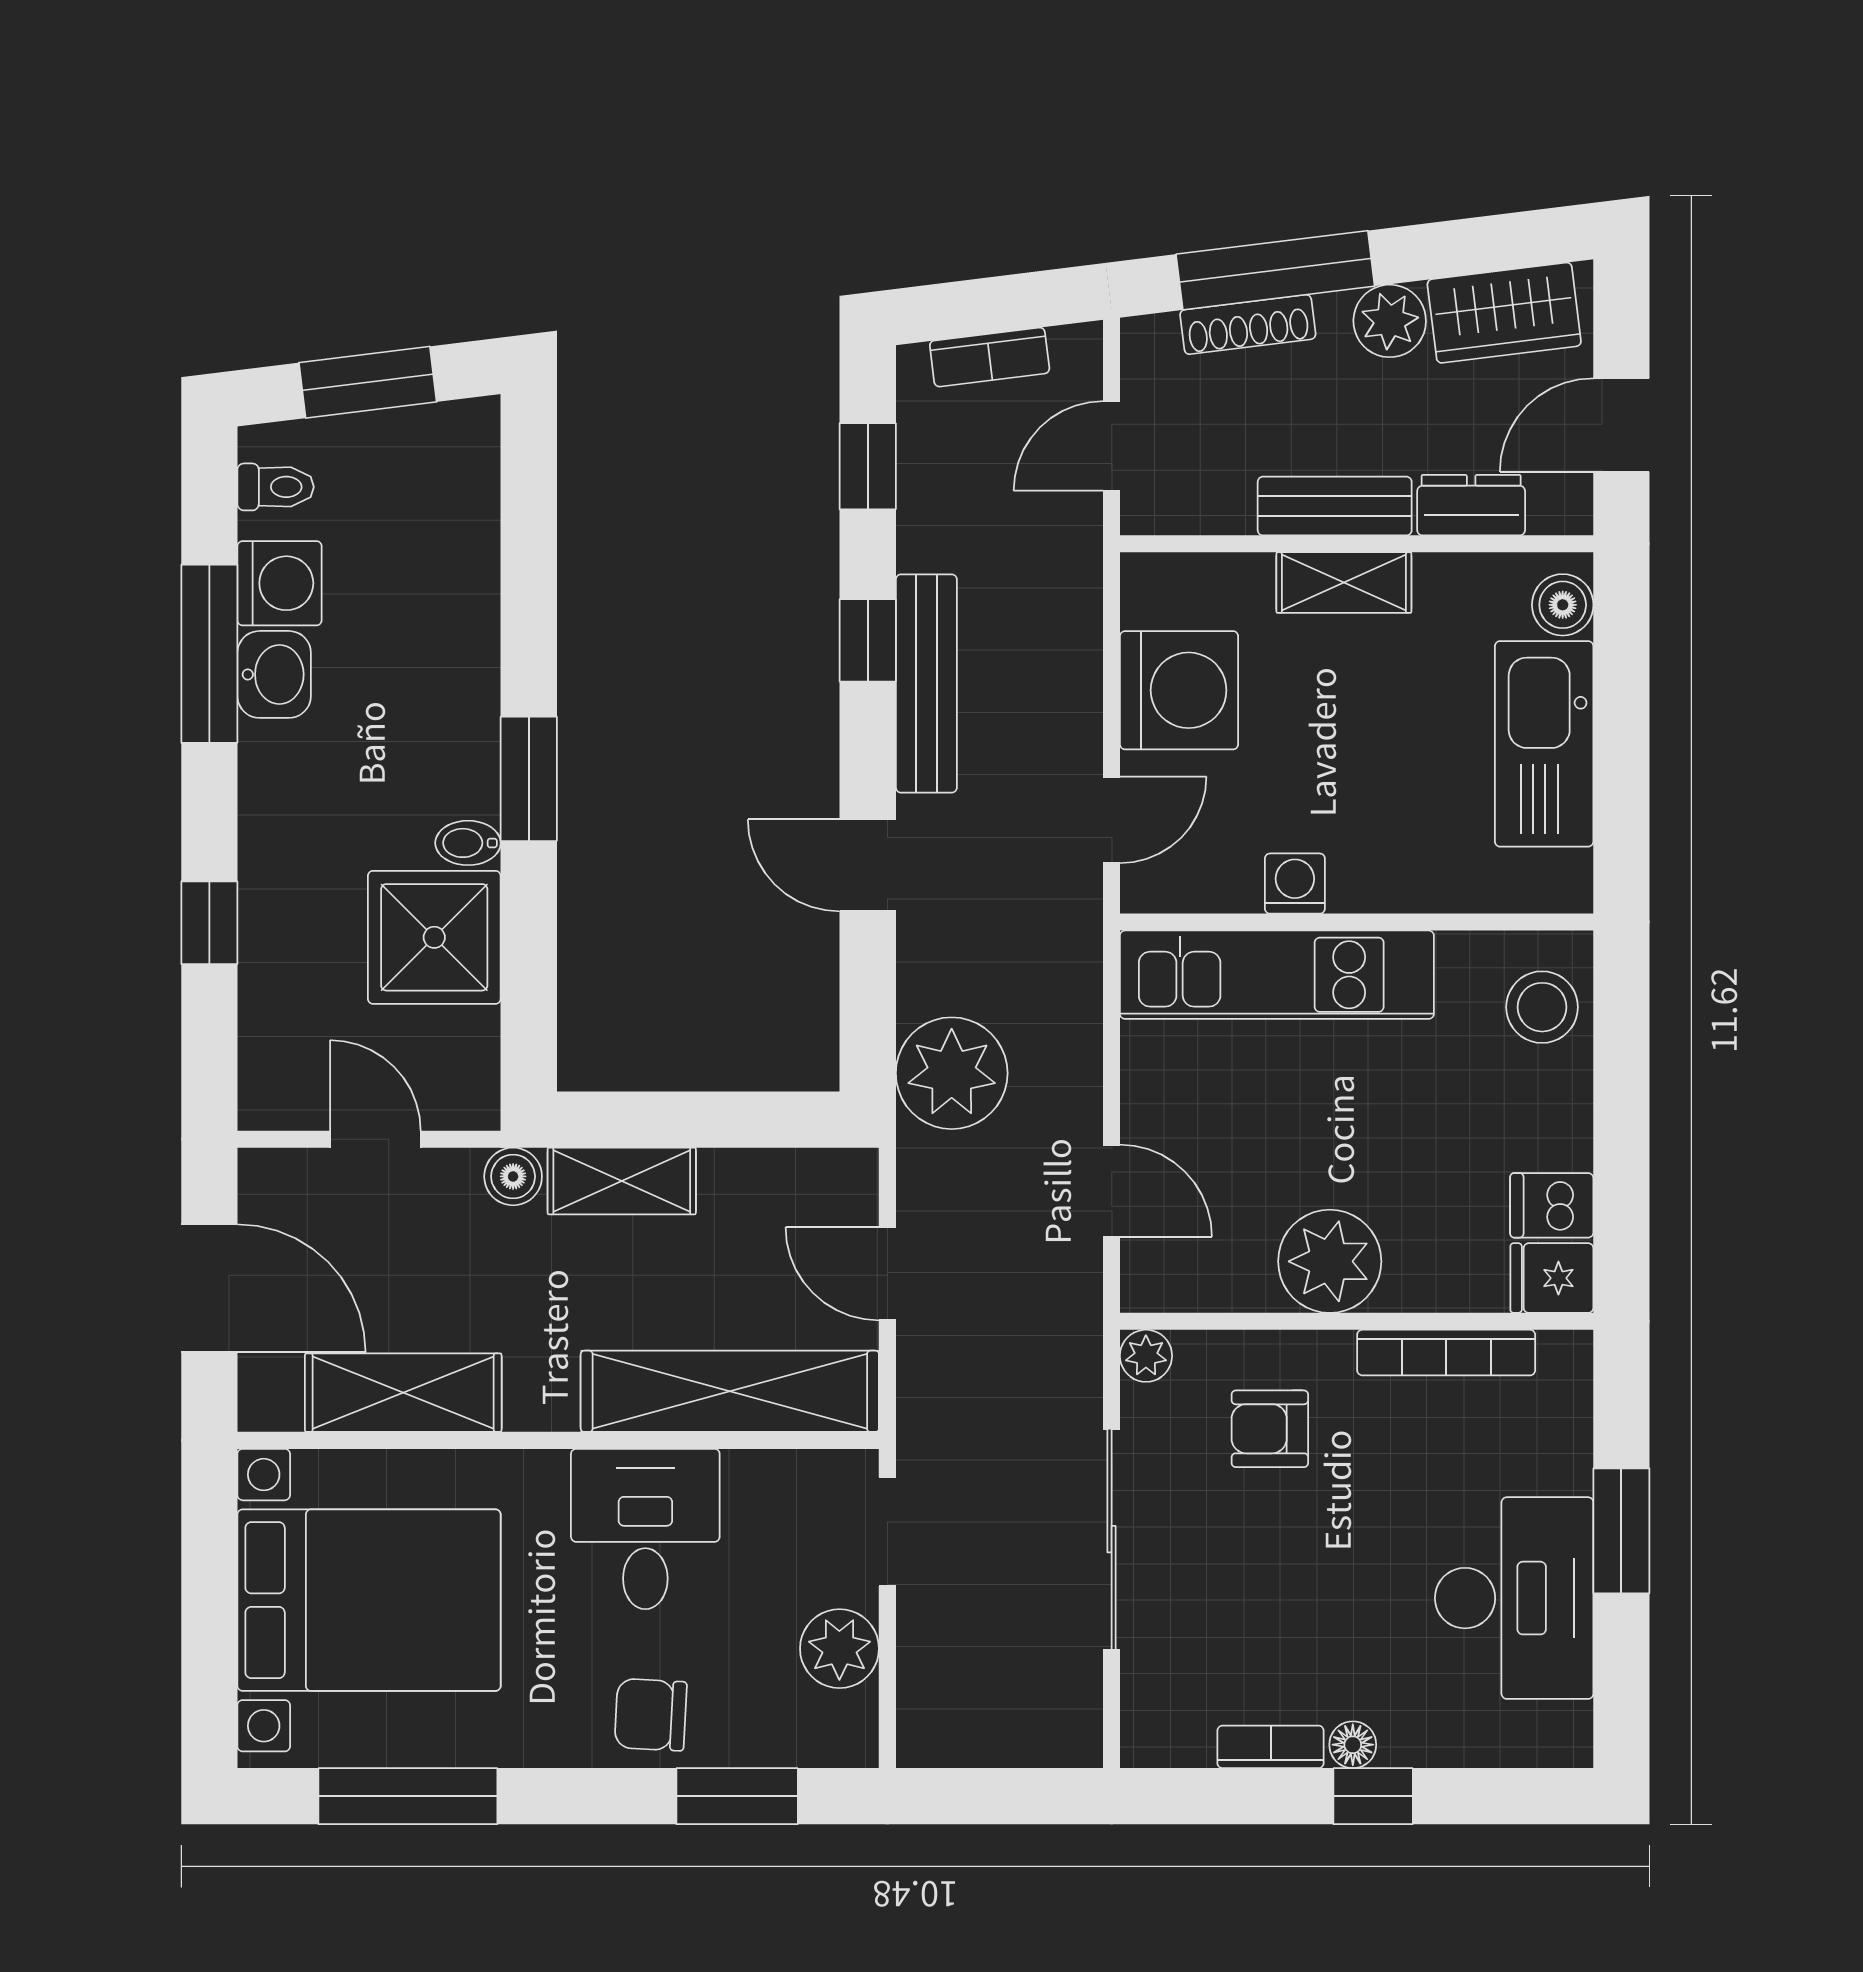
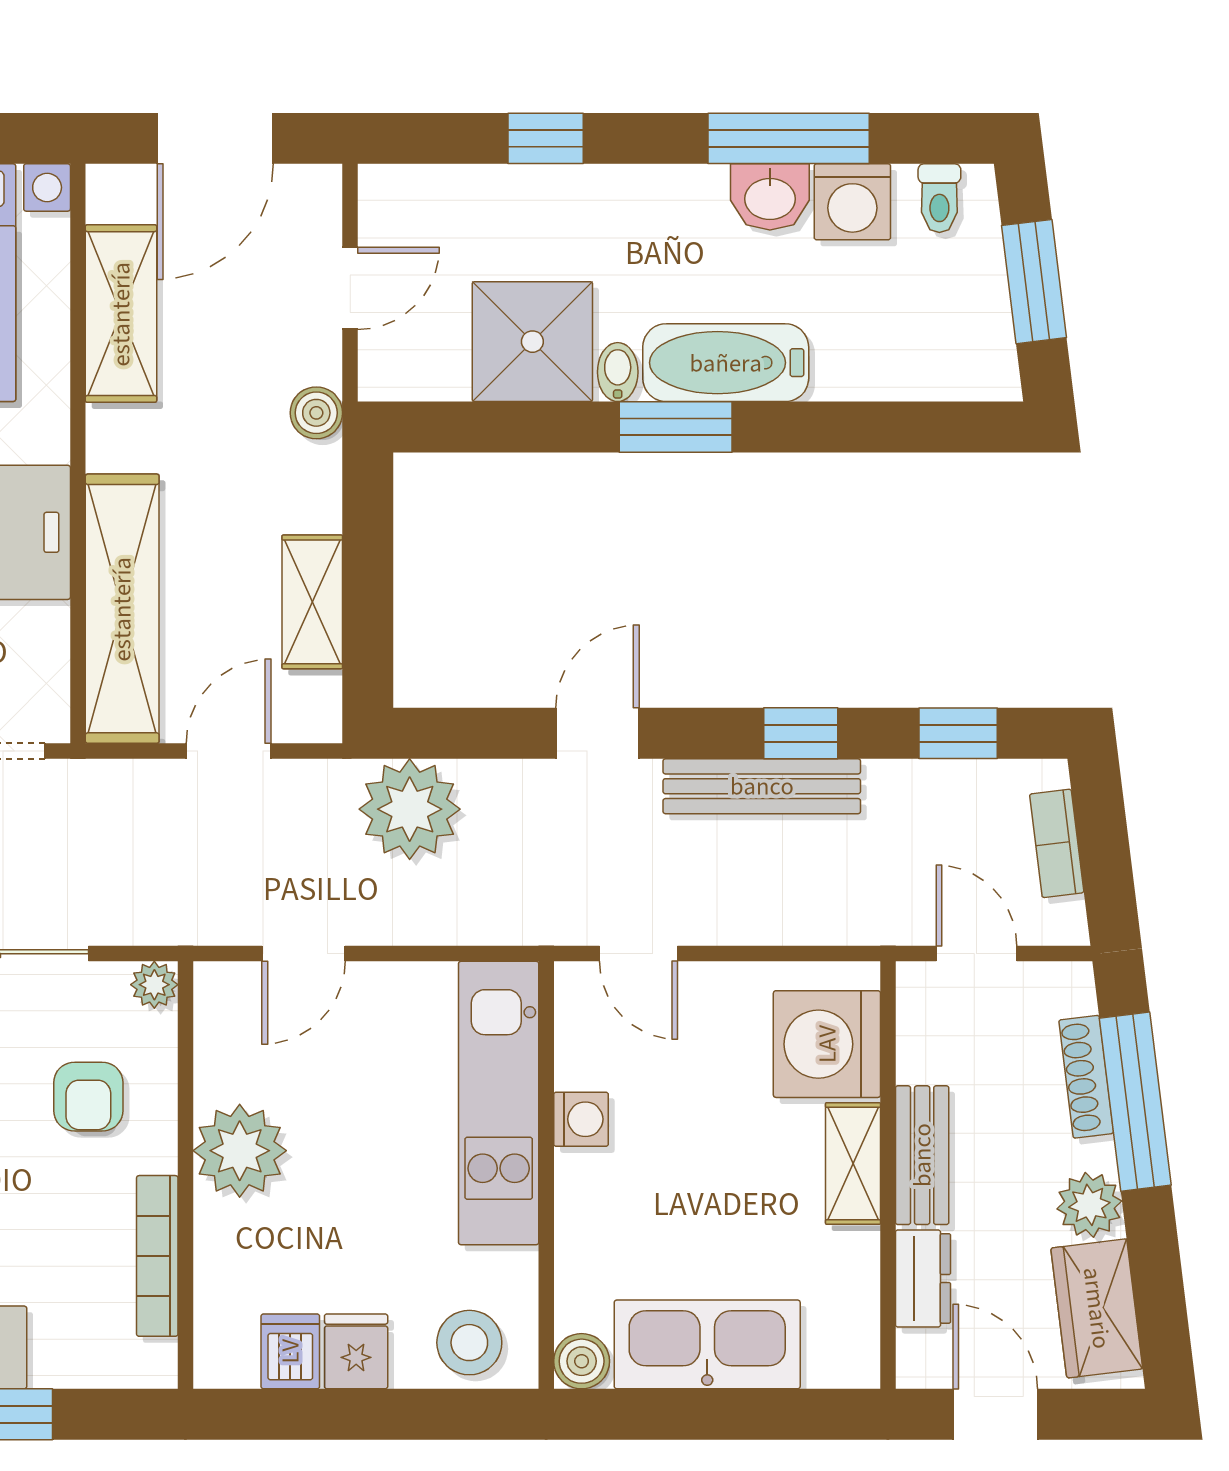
boiler: (1563, 605) -> (582, 1361), moved
washing machine: (1179, 690) -> (827, 1044), moved, turned 90
bathtub: (458, 723) -> (726, 363), added
shelving: (622, 1181) -> (312, 602), moved
fridge: (1552, 1278) -> (356, 1351), moved
armchair: (1270, 1429) -> (88, 1097), turned 180

